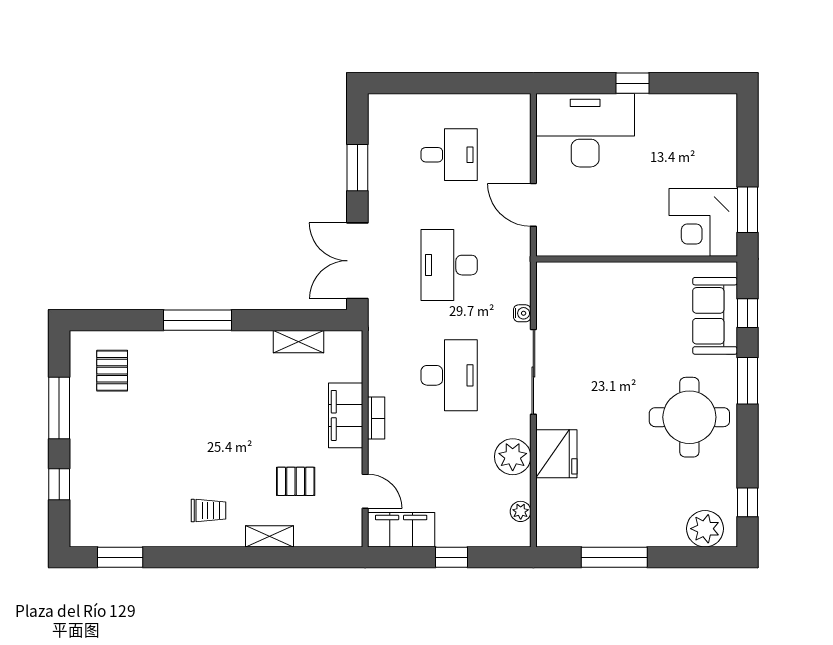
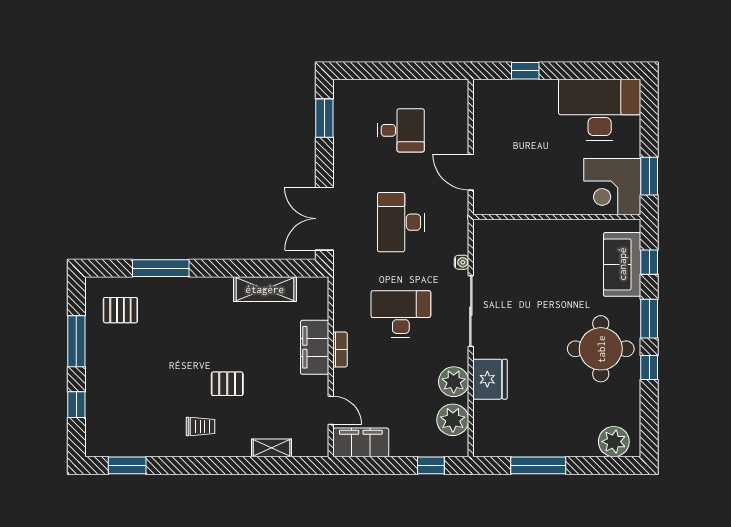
window: (632, 83) -> (525, 71), moved
desk: (585, 130) -> (600, 110), moved
window: (357, 168) -> (324, 118), moved
window: (198, 320) -> (161, 268), moved
shelving: (298, 342) -> (265, 289), width x1.50, depth x1.33
pallet: (112, 371) -> (120, 310), turned 90
desk: (449, 375) -> (401, 314), turned -90
pallet: (296, 481) -> (227, 384), moved
window: (747, 502) -> (649, 367), moved
plant: (521, 511) -> (453, 420), width x1.88, depth x1.88
shelving: (270, 536) -> (271, 448), moved
window: (452, 557) -> (431, 465), moved

